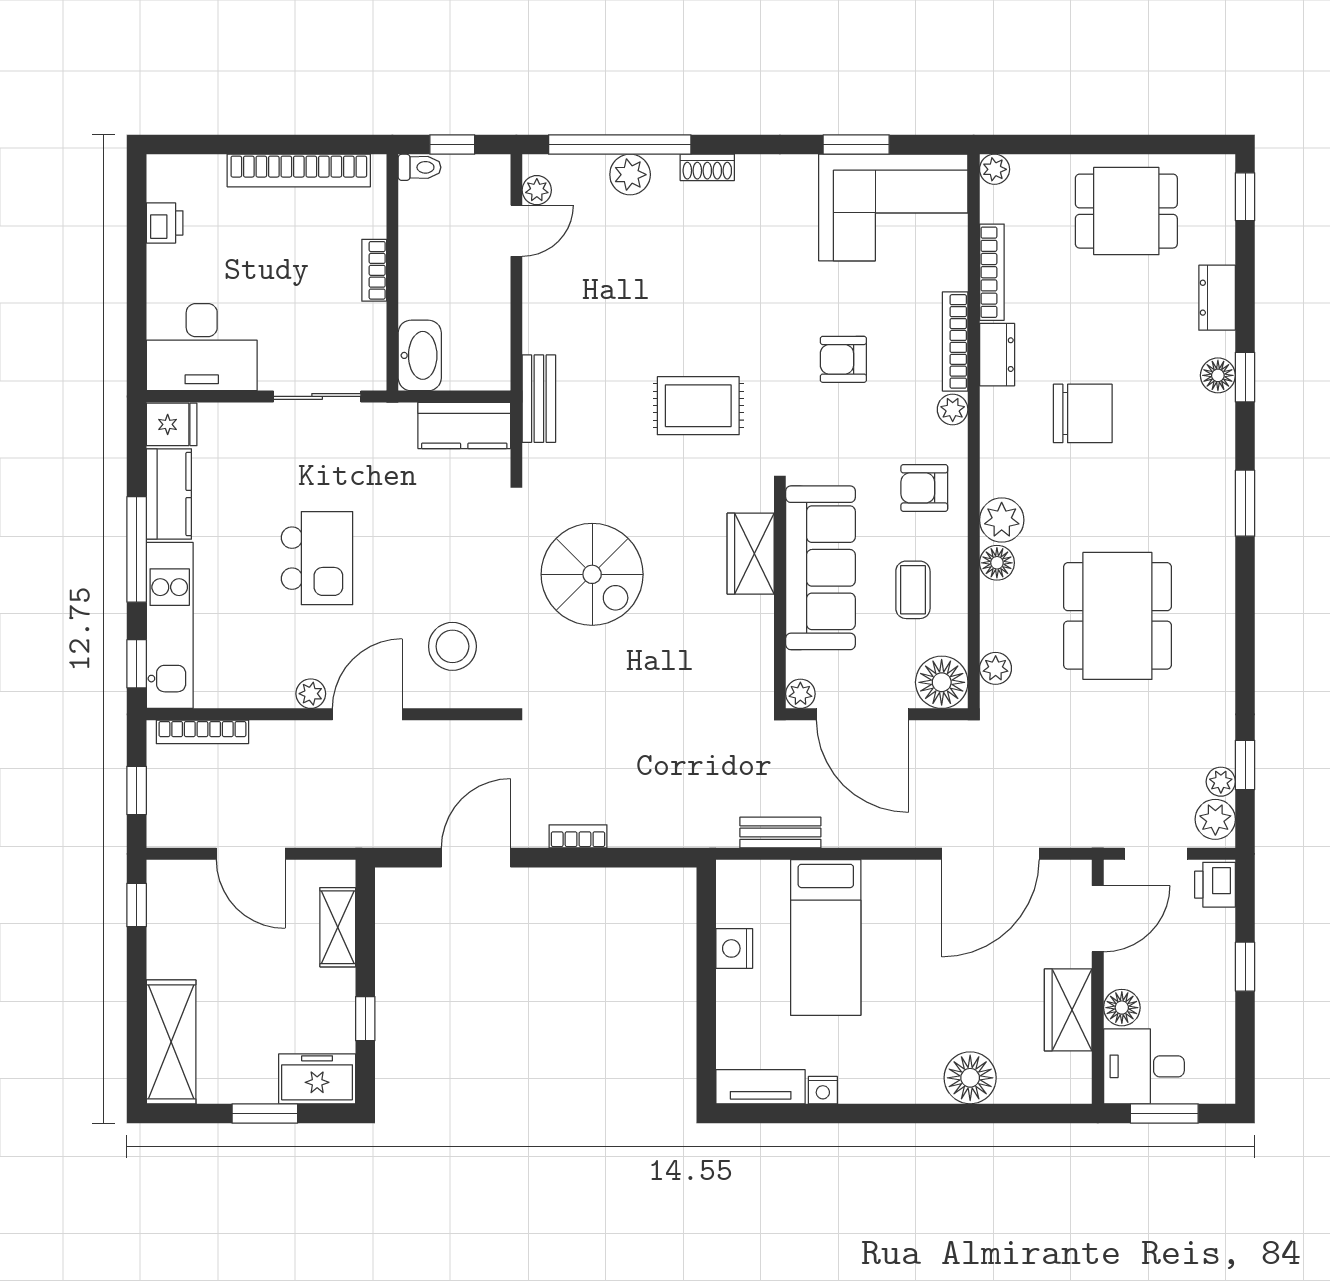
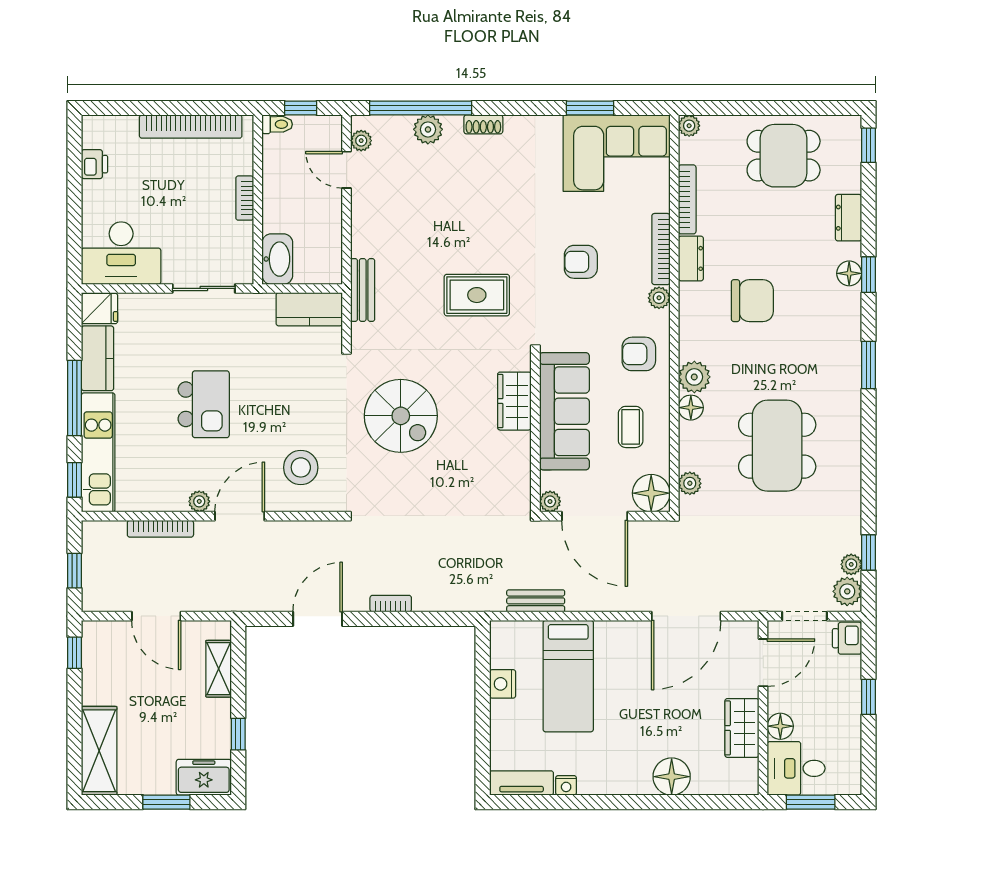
door: (516, 231) -> (347, 170), swing flipped
bookcase: (202, 732) -> (160, 529), moved

